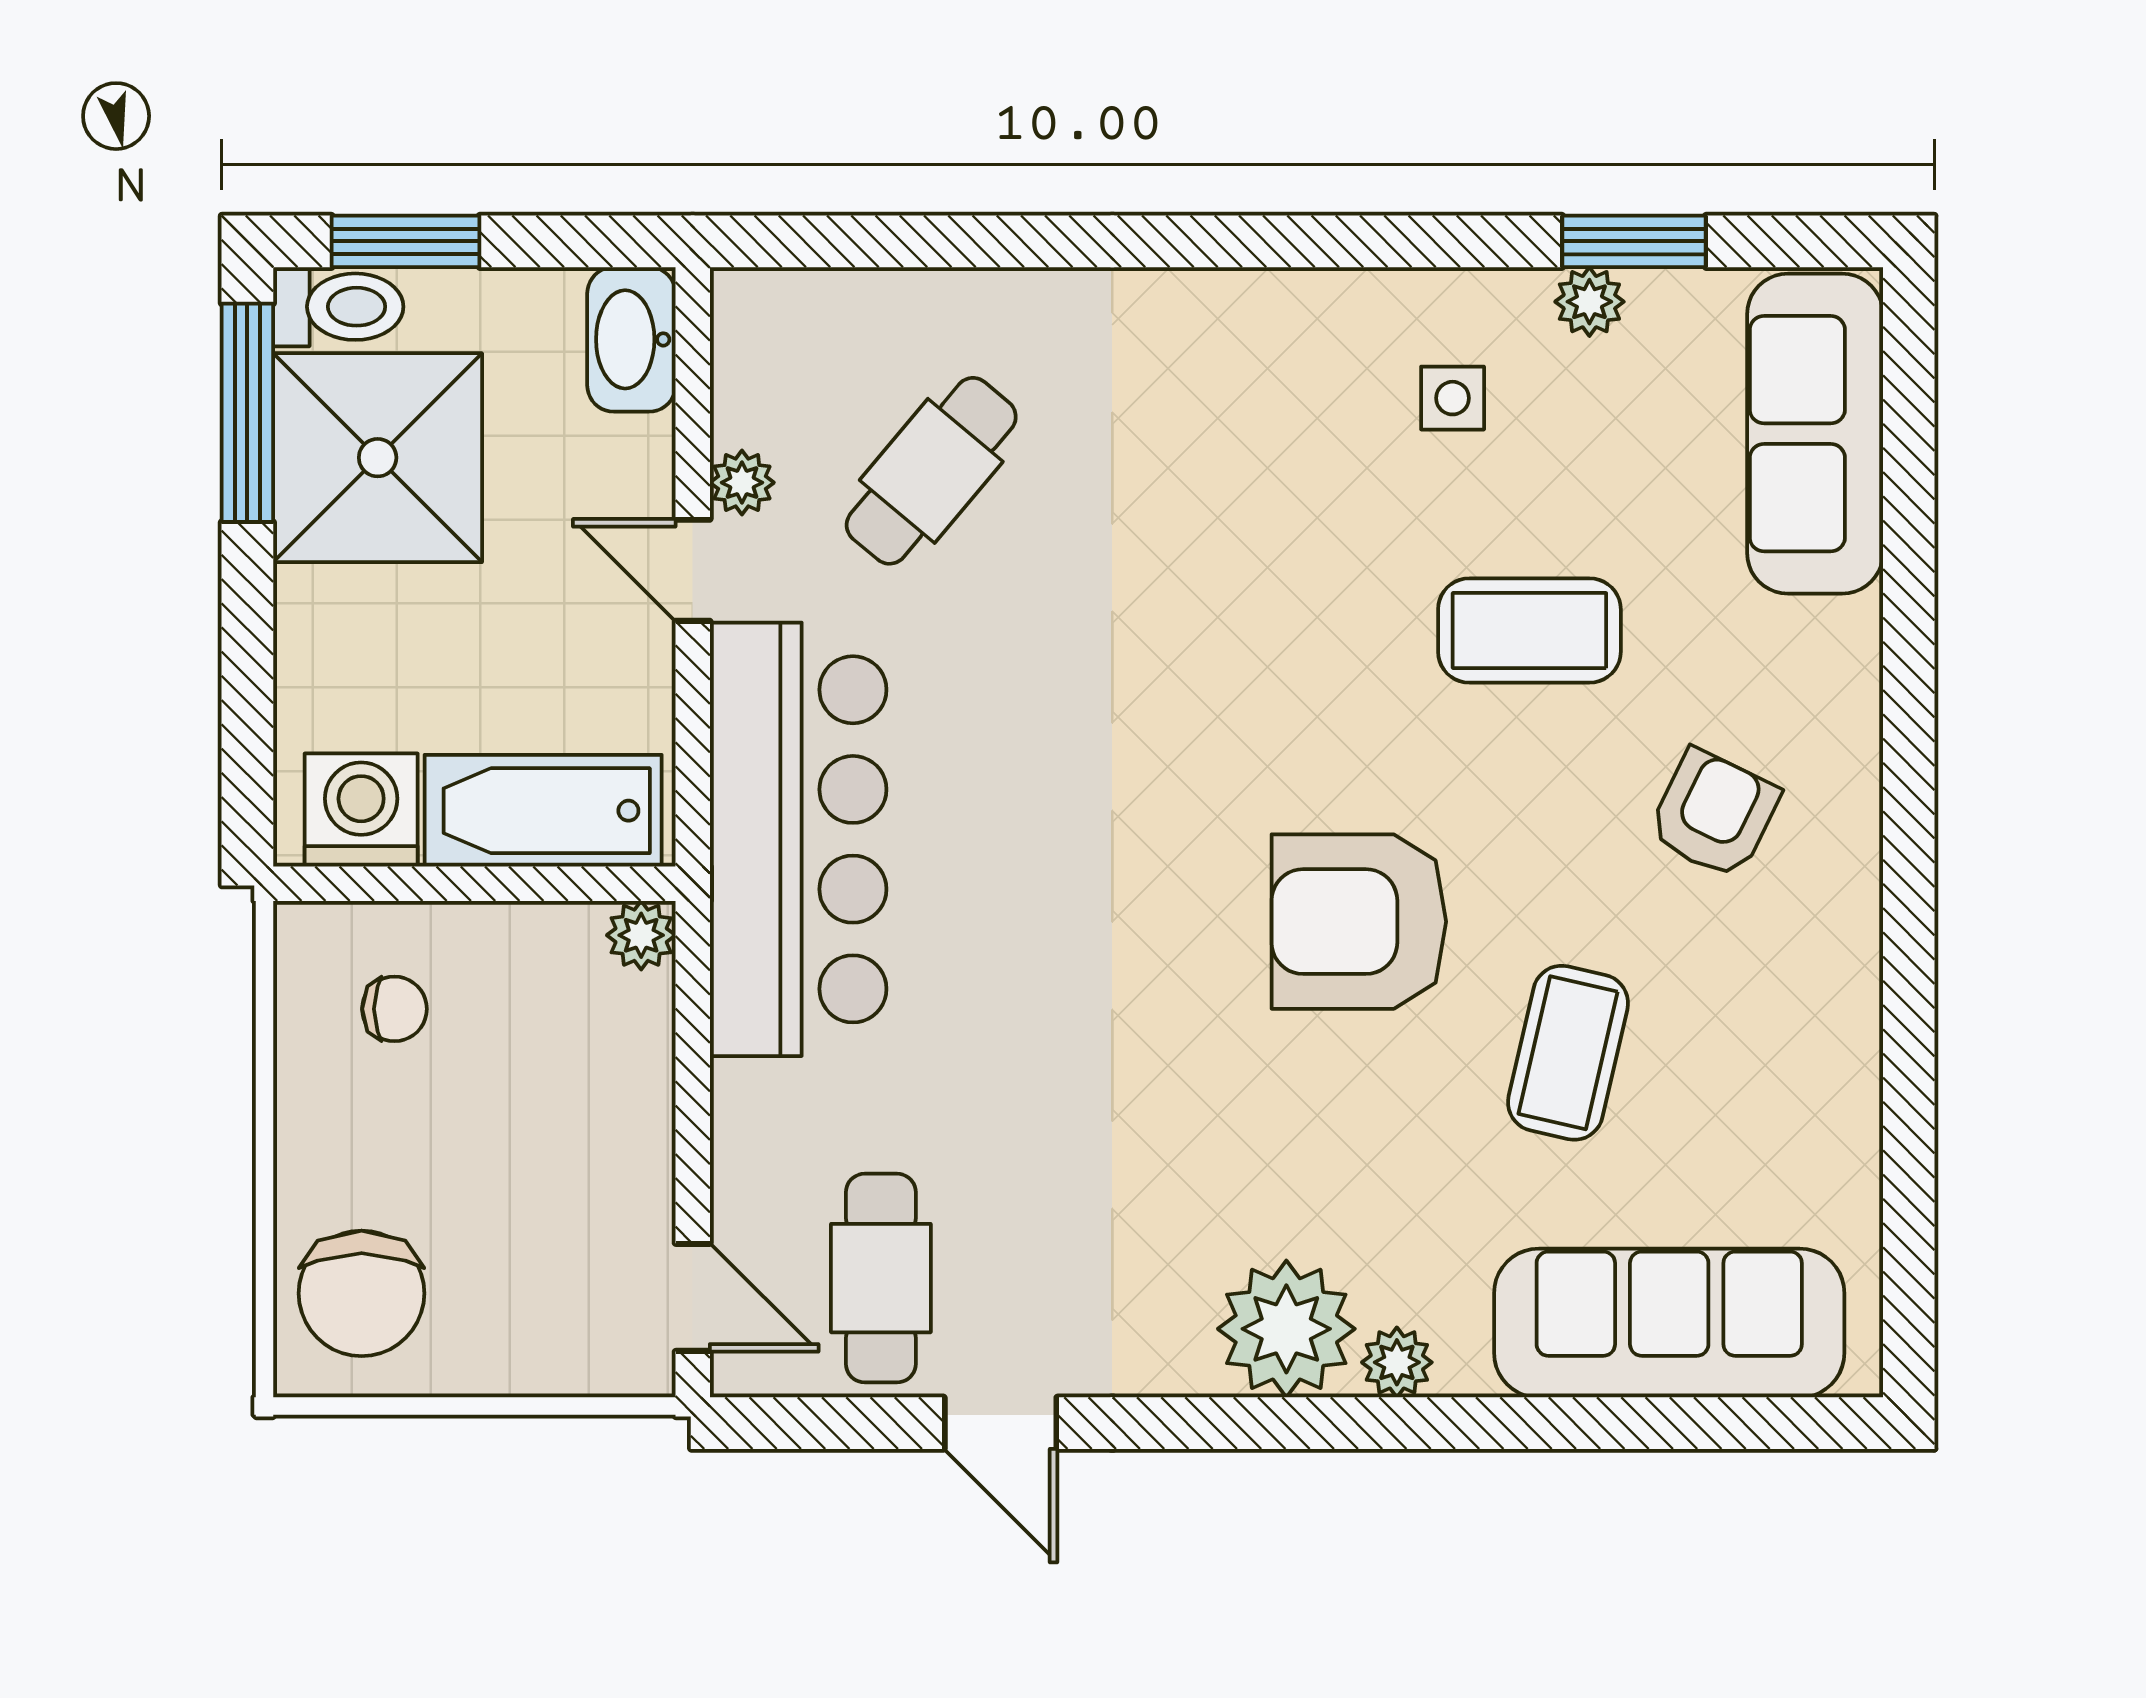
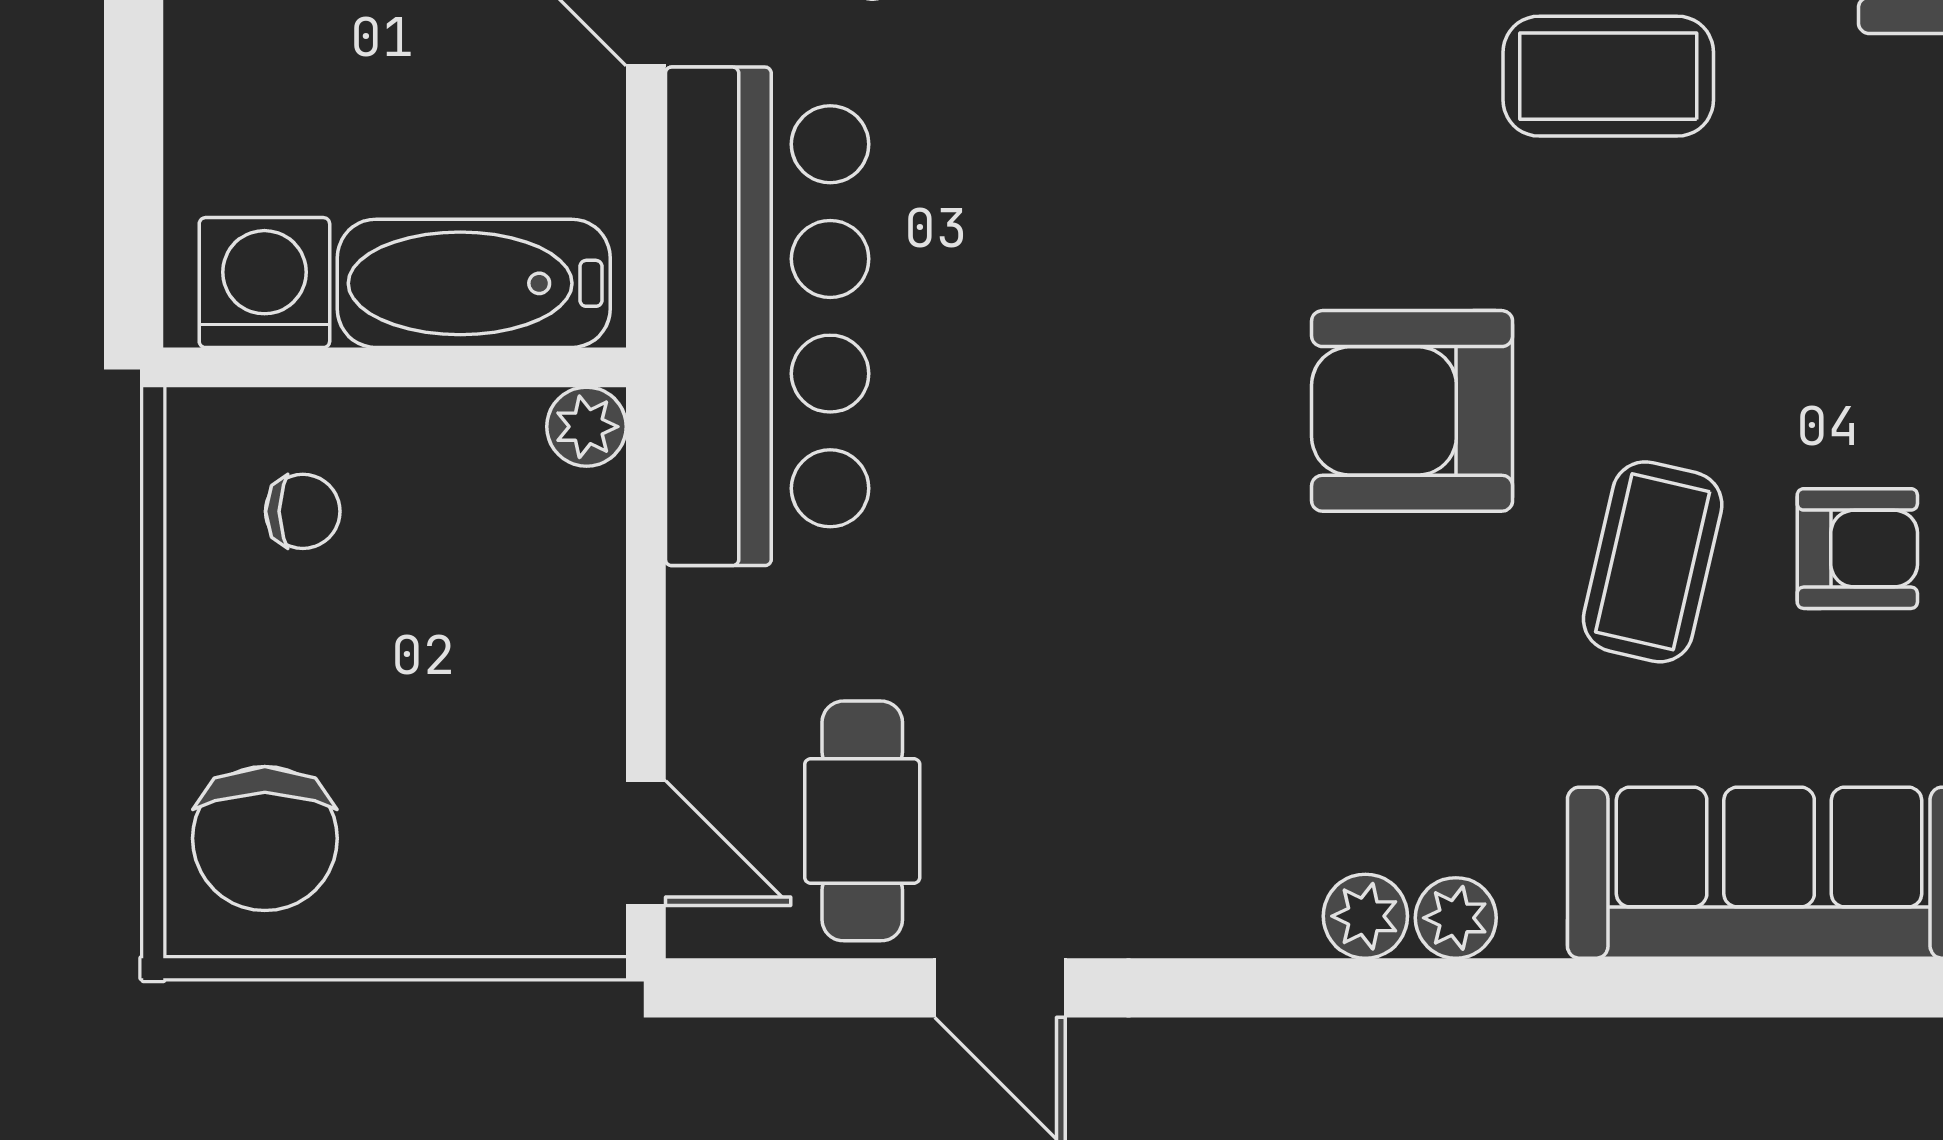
armchair: (1714, 814) -> (1857, 549), moved, turned 64
plant: (1286, 1329) -> (1365, 916), width x0.53, depth x0.53

